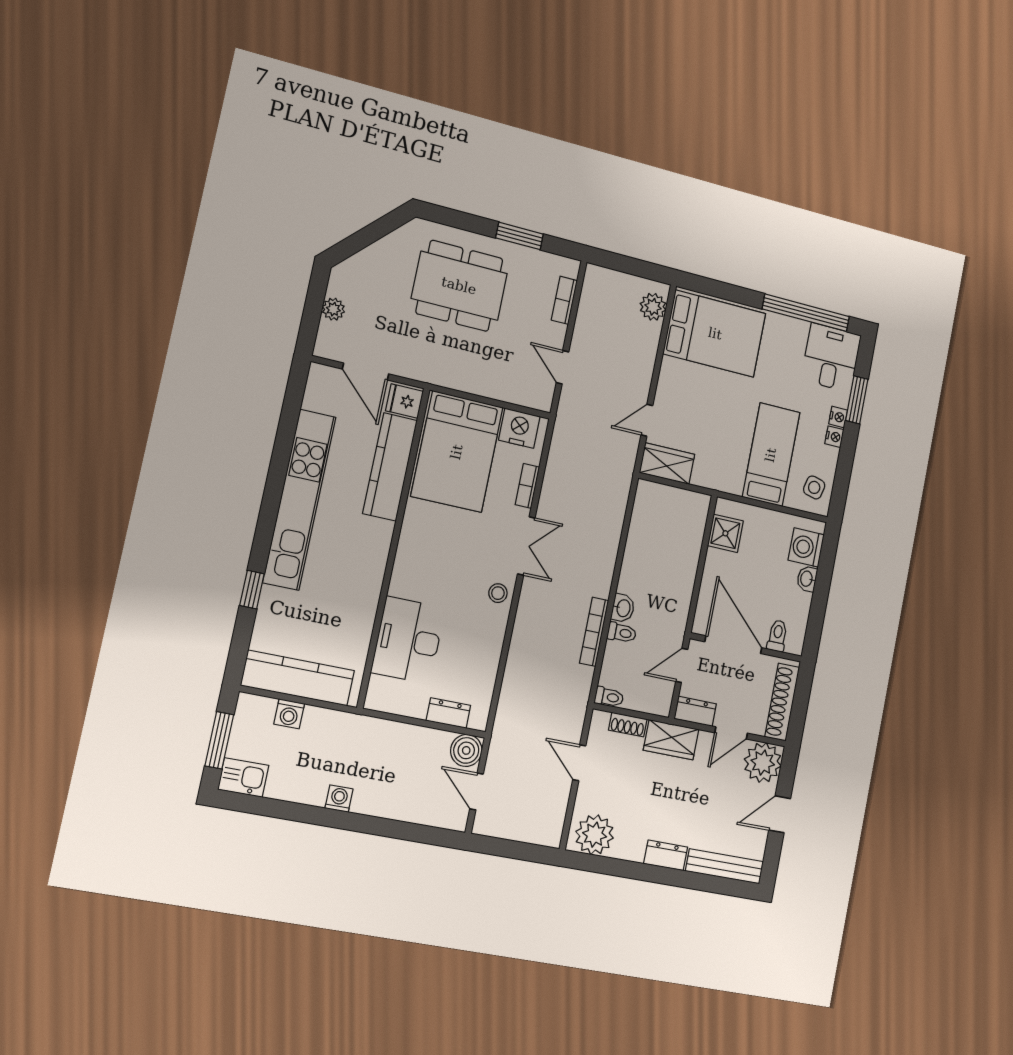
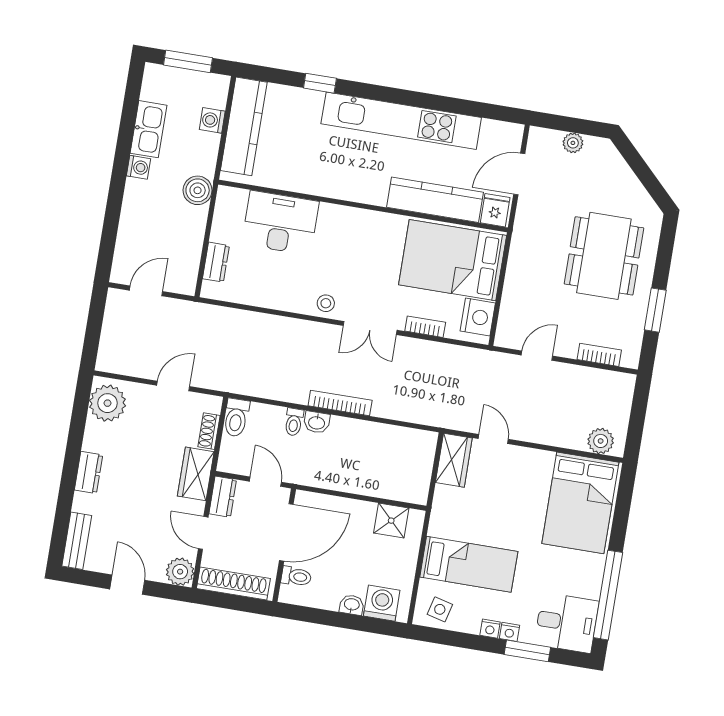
bookcase: (594, 632) -> (340, 403), moved
toilet: (609, 697) -> (236, 418), width x1.37, depth x1.39
boiler: (466, 750) -> (198, 190), moved
plant: (763, 763) -> (180, 572), width x0.73, depth x0.73
kitchen sink: (243, 778) -> (148, 129), moved, width x1.38
bench: (724, 866) -> (77, 541), width x0.73

